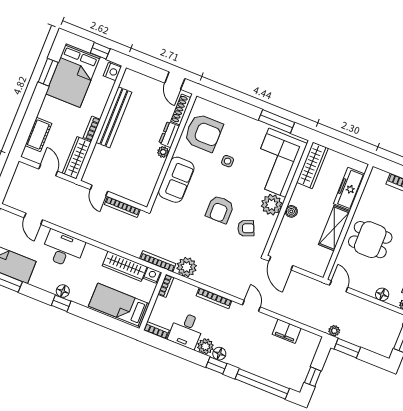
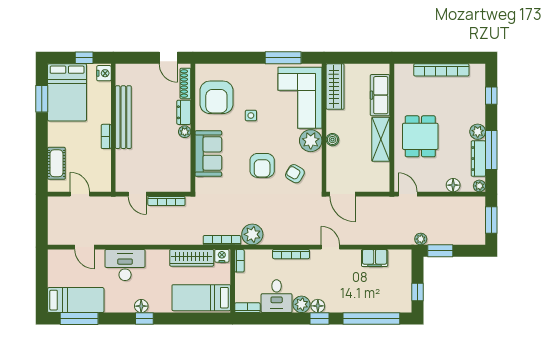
armchair: (203, 133) -> (216, 97), turned 90
wardrobe: (77, 158) -> (103, 171), removed
armchair: (246, 228) -> (295, 174), turned -127
dining table: (370, 240) -> (420, 136), turned 90

